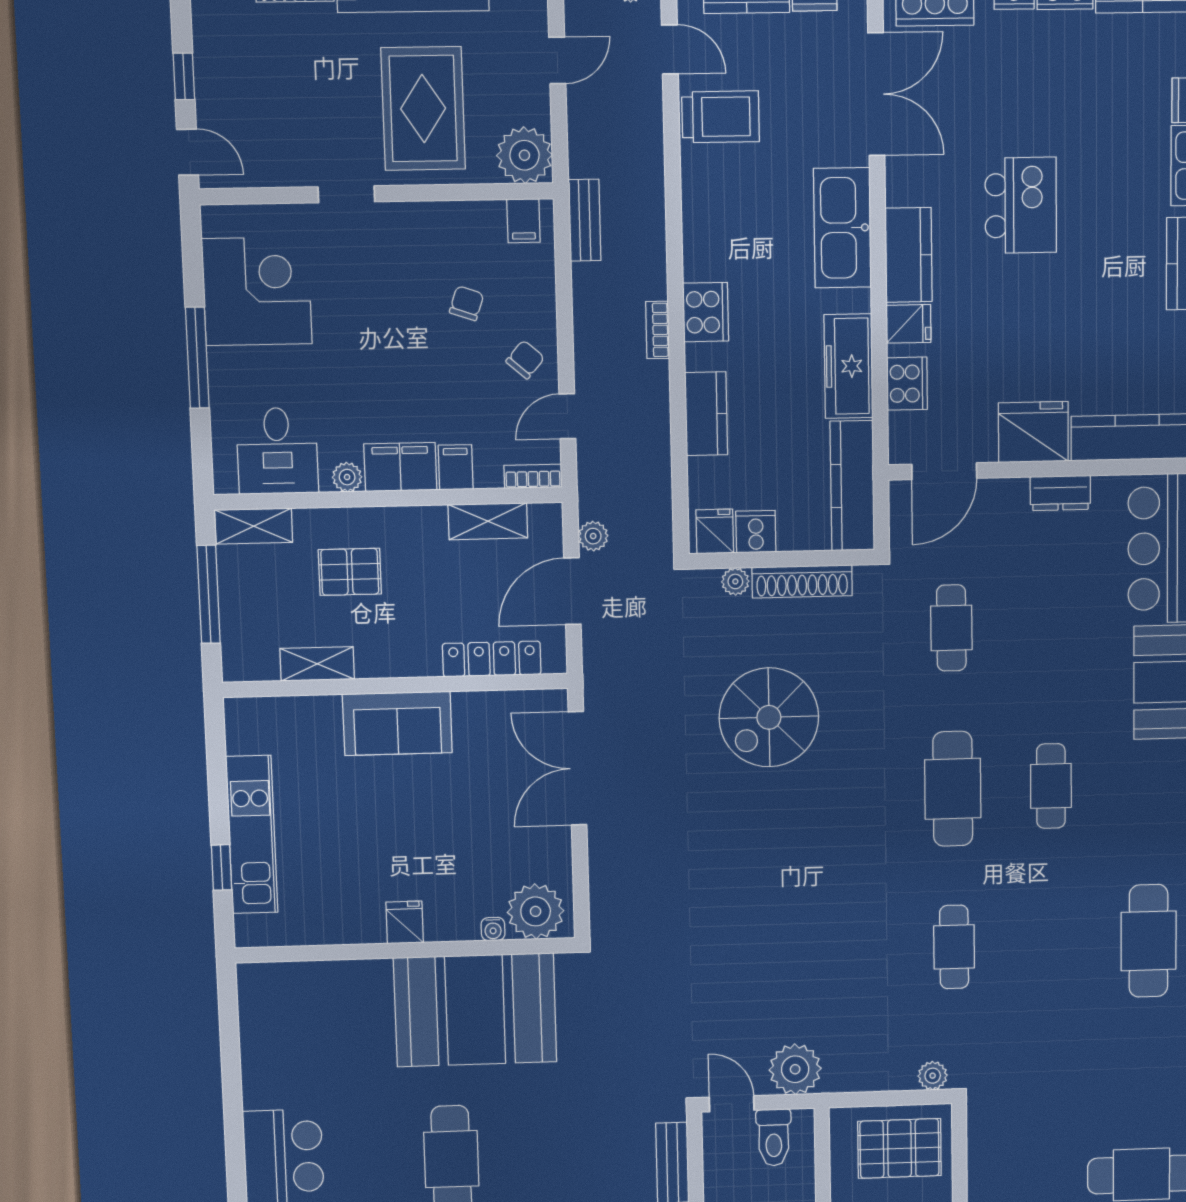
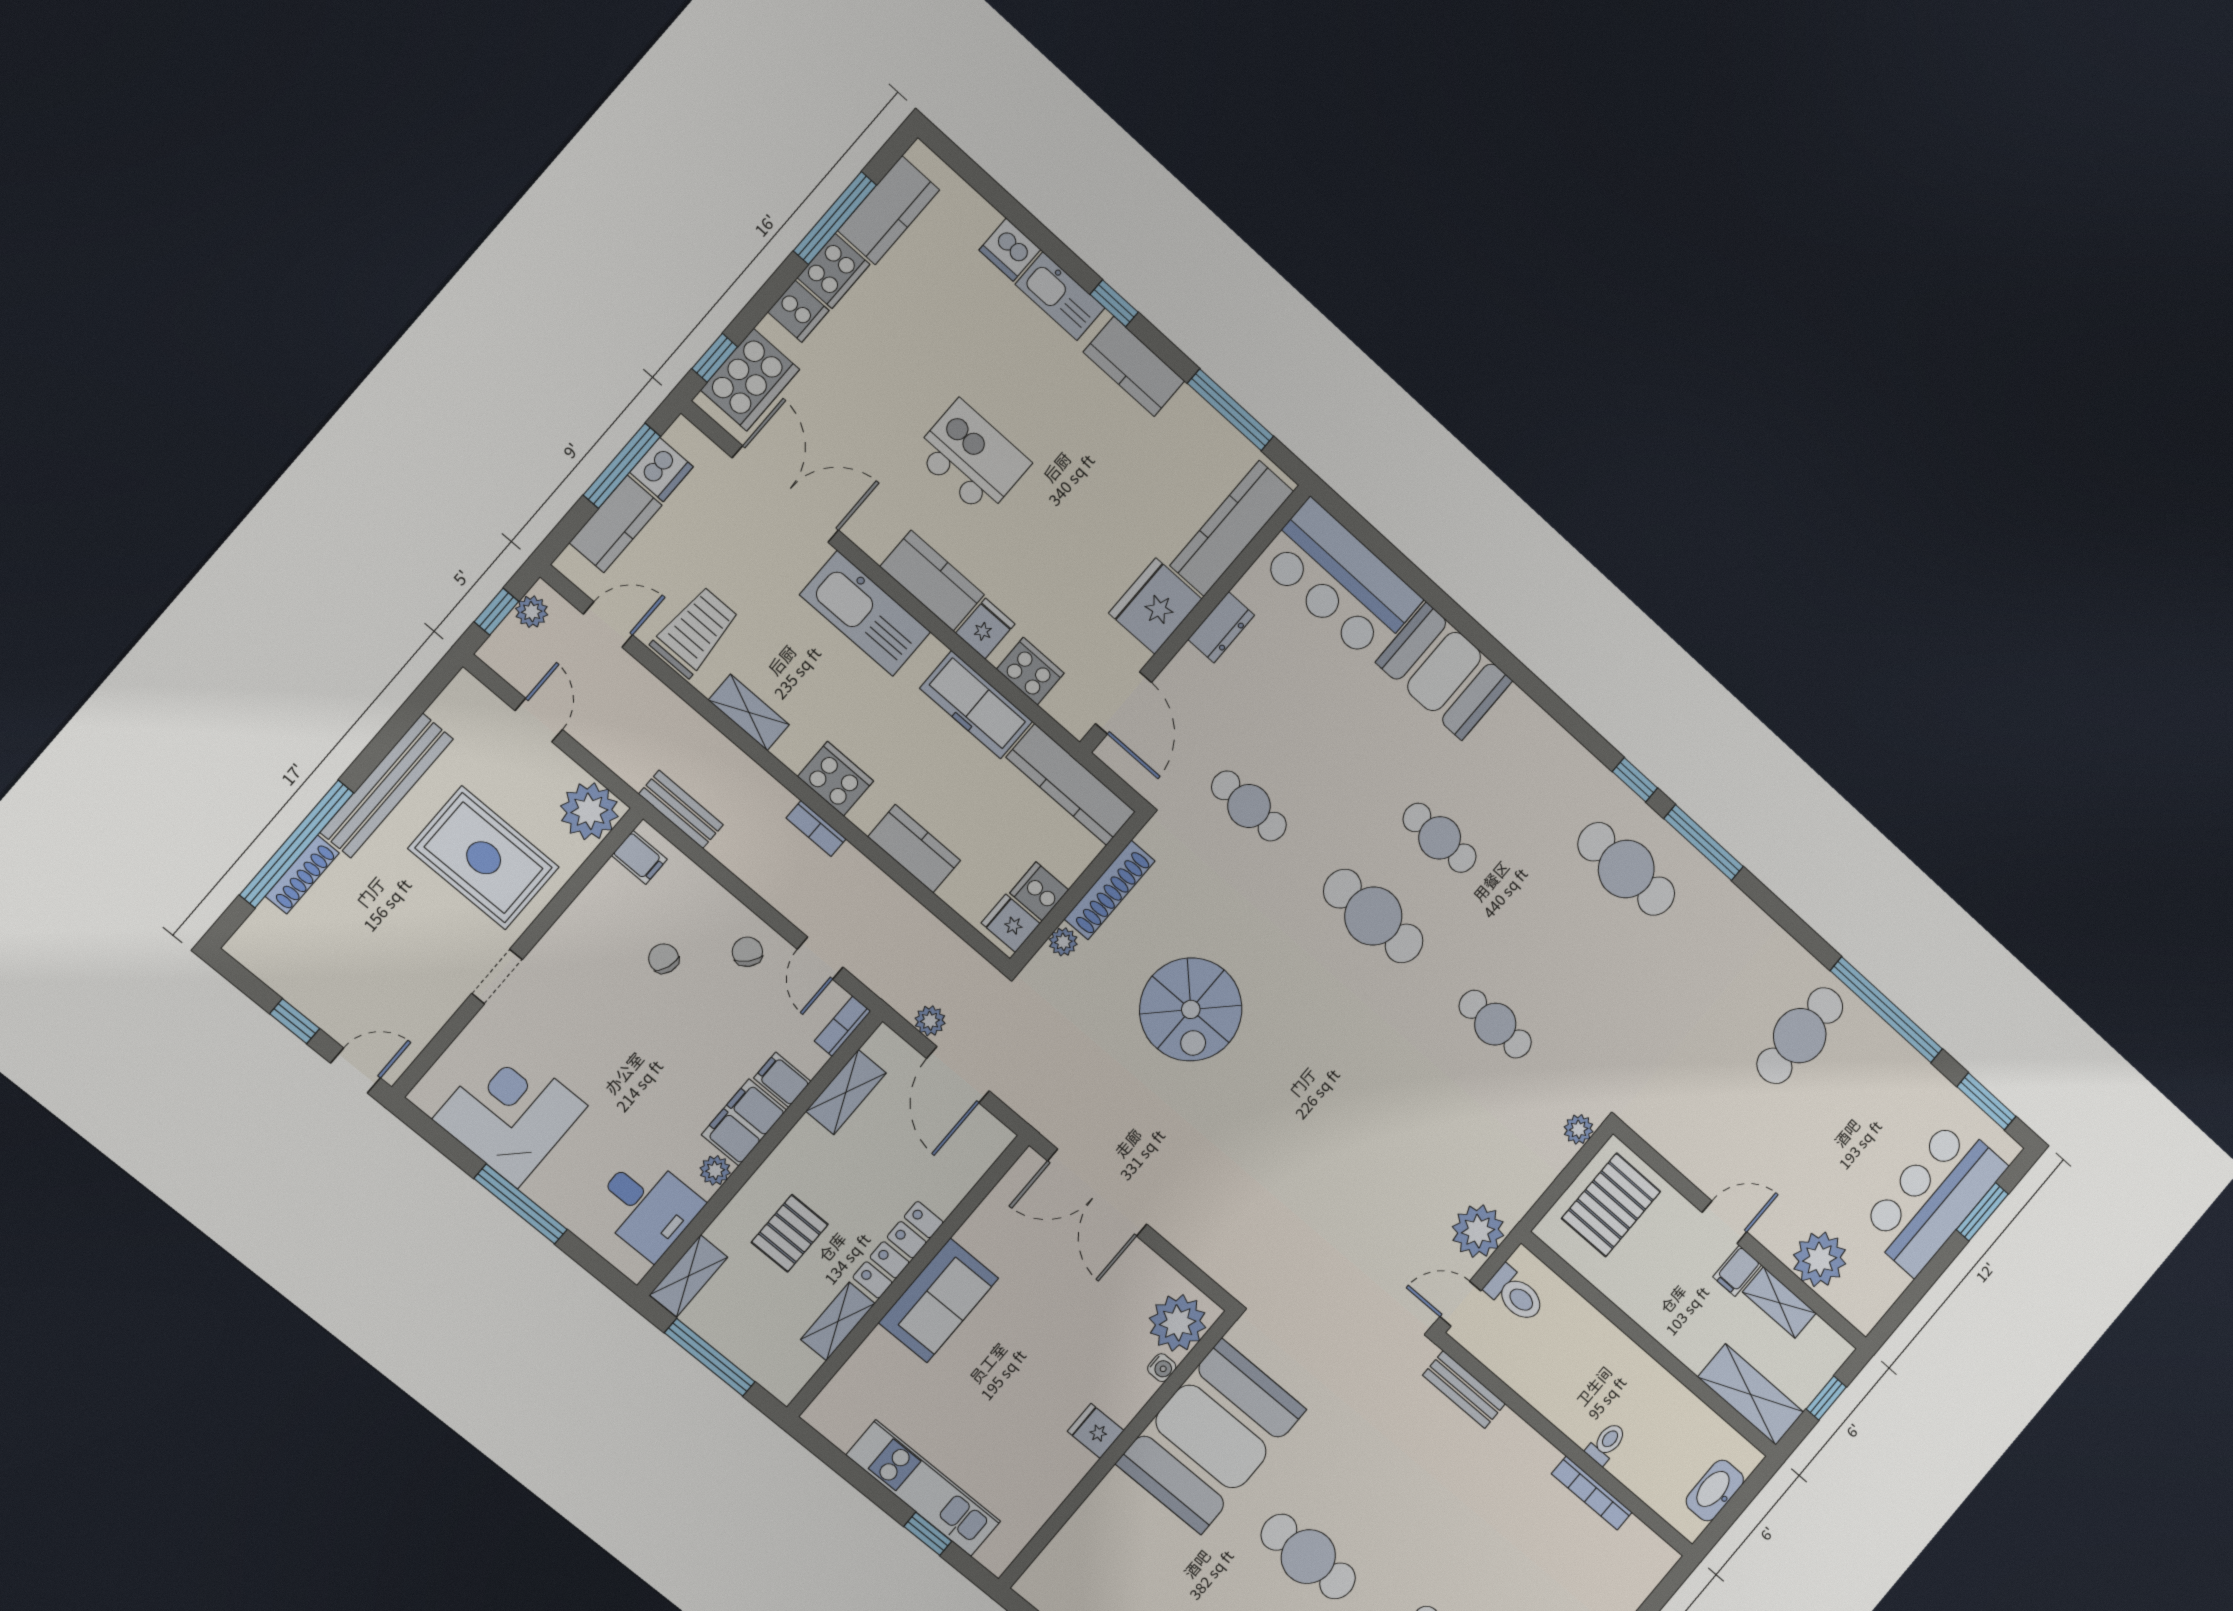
shelving: (697, 207) -> (749, 712), added
locker: (492, 659) -> (898, 1250), moved

